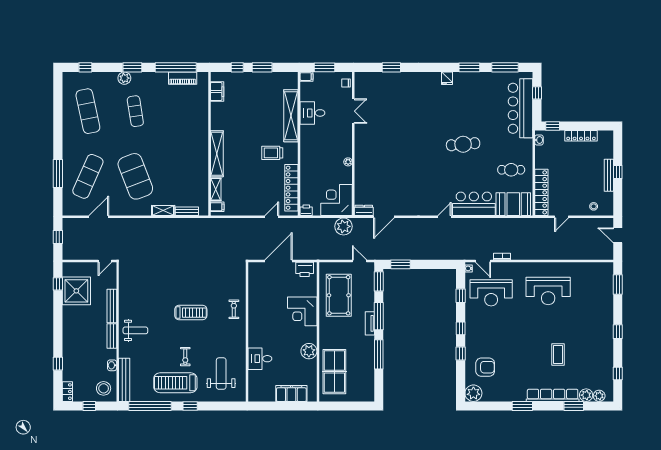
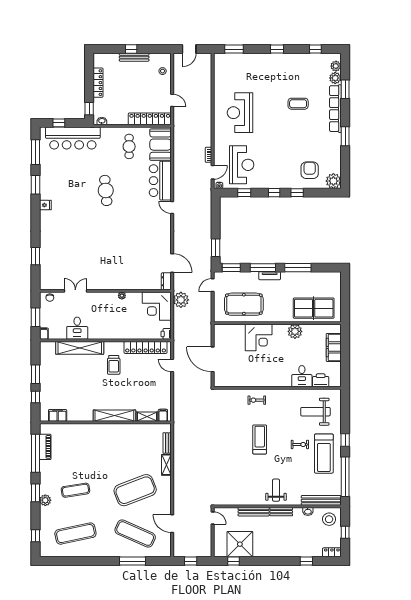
printer: (305, 269) -> (321, 380), moved, turned -90
reception desk: (548, 291) -> (240, 113), turned 180

